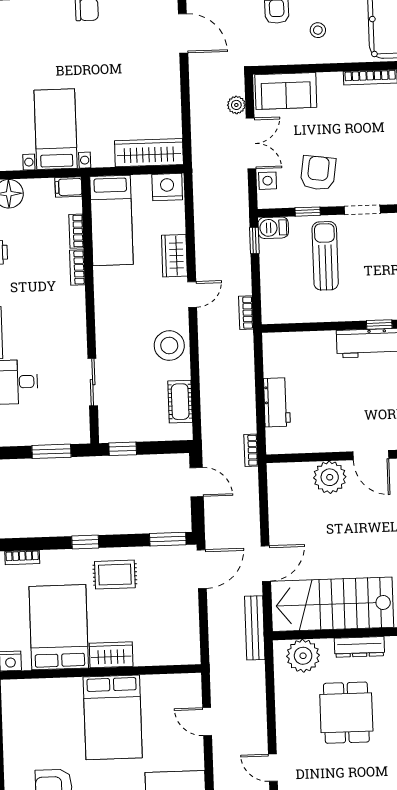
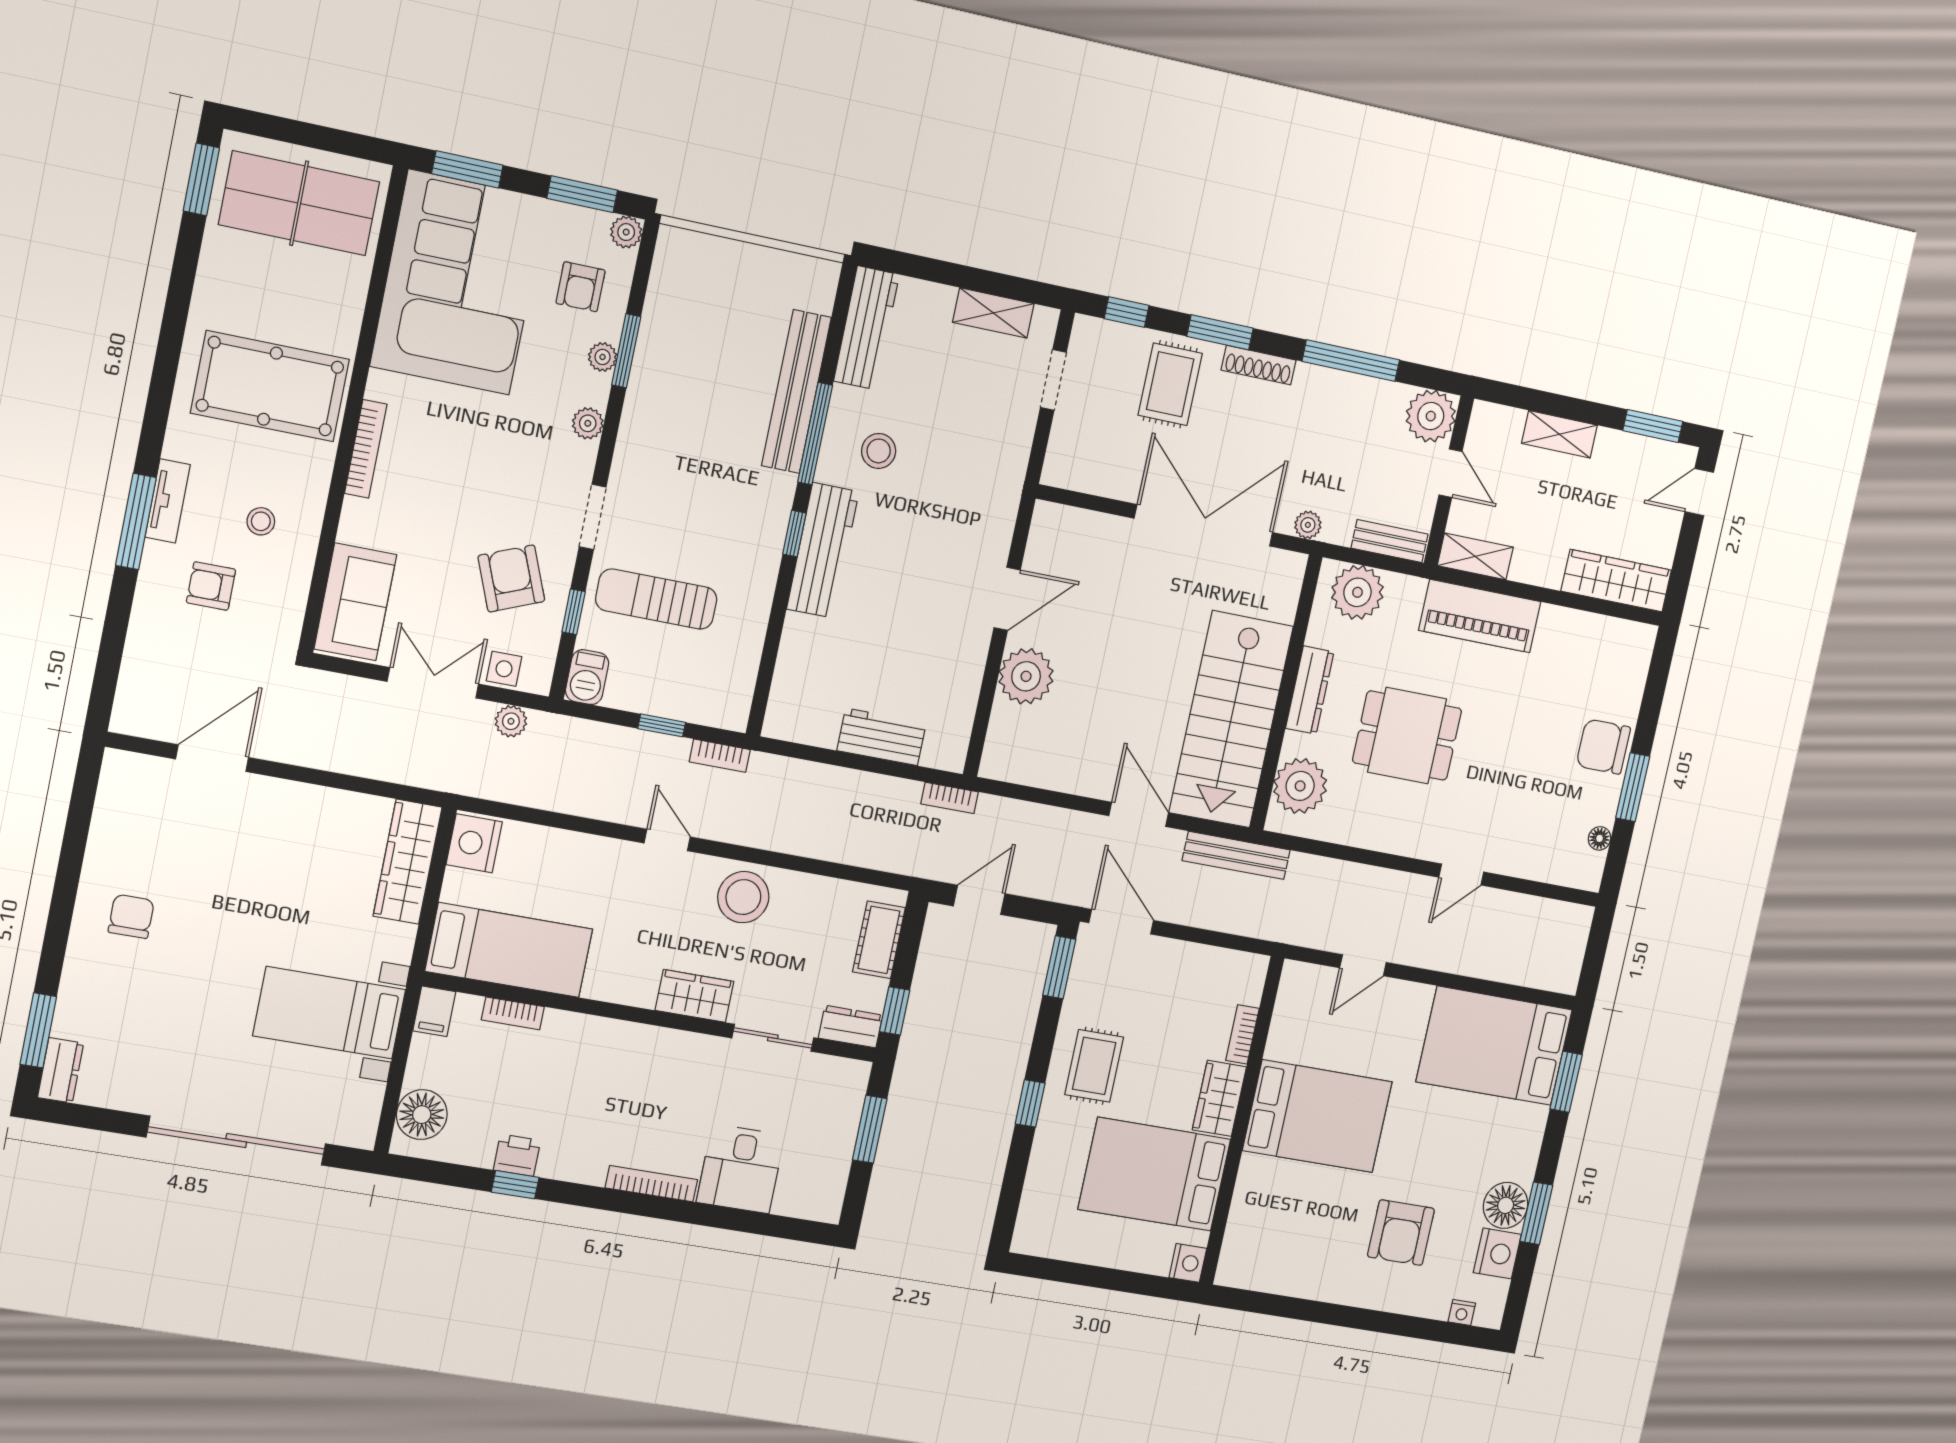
plant: (236, 105) -> (511, 721), moved
armchair: (318, 173) -> (511, 578), turned 60
window: (254, 240) -> (662, 725), moved
wardrobe: (174, 256) -> (694, 996), moved, turned 180
bookcase: (77, 268) -> (575, 1024), removed
cot: (180, 402) -> (879, 940), moved, turned 90
dresser: (108, 425) -> (850, 1027), added
bookcase: (22, 557) -> (1242, 1034), moved, turned 180

